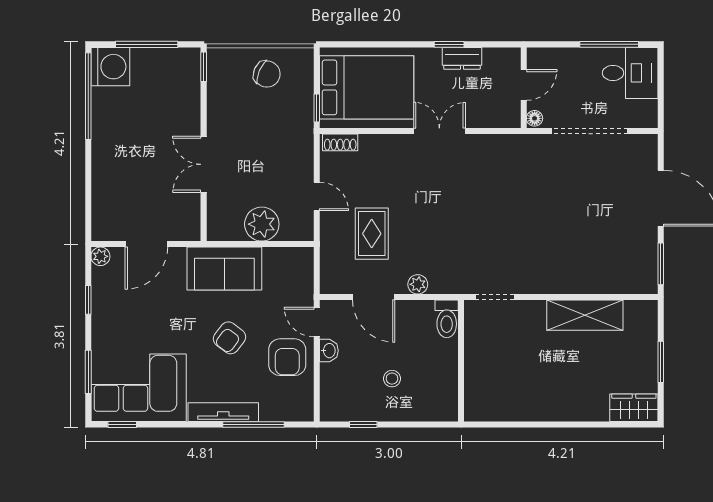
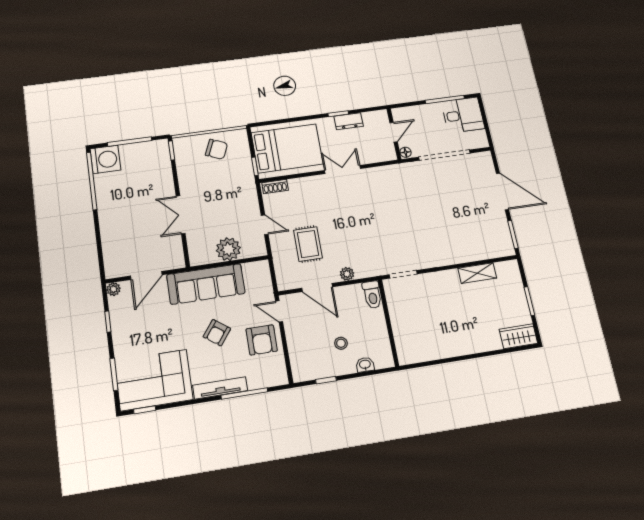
sofa: (224, 269) -> (206, 284), width x1.36
shelving: (585, 315) -> (477, 273), width x0.67, depth x0.75
washbasin: (329, 351) -> (365, 365), moved, turned -90

